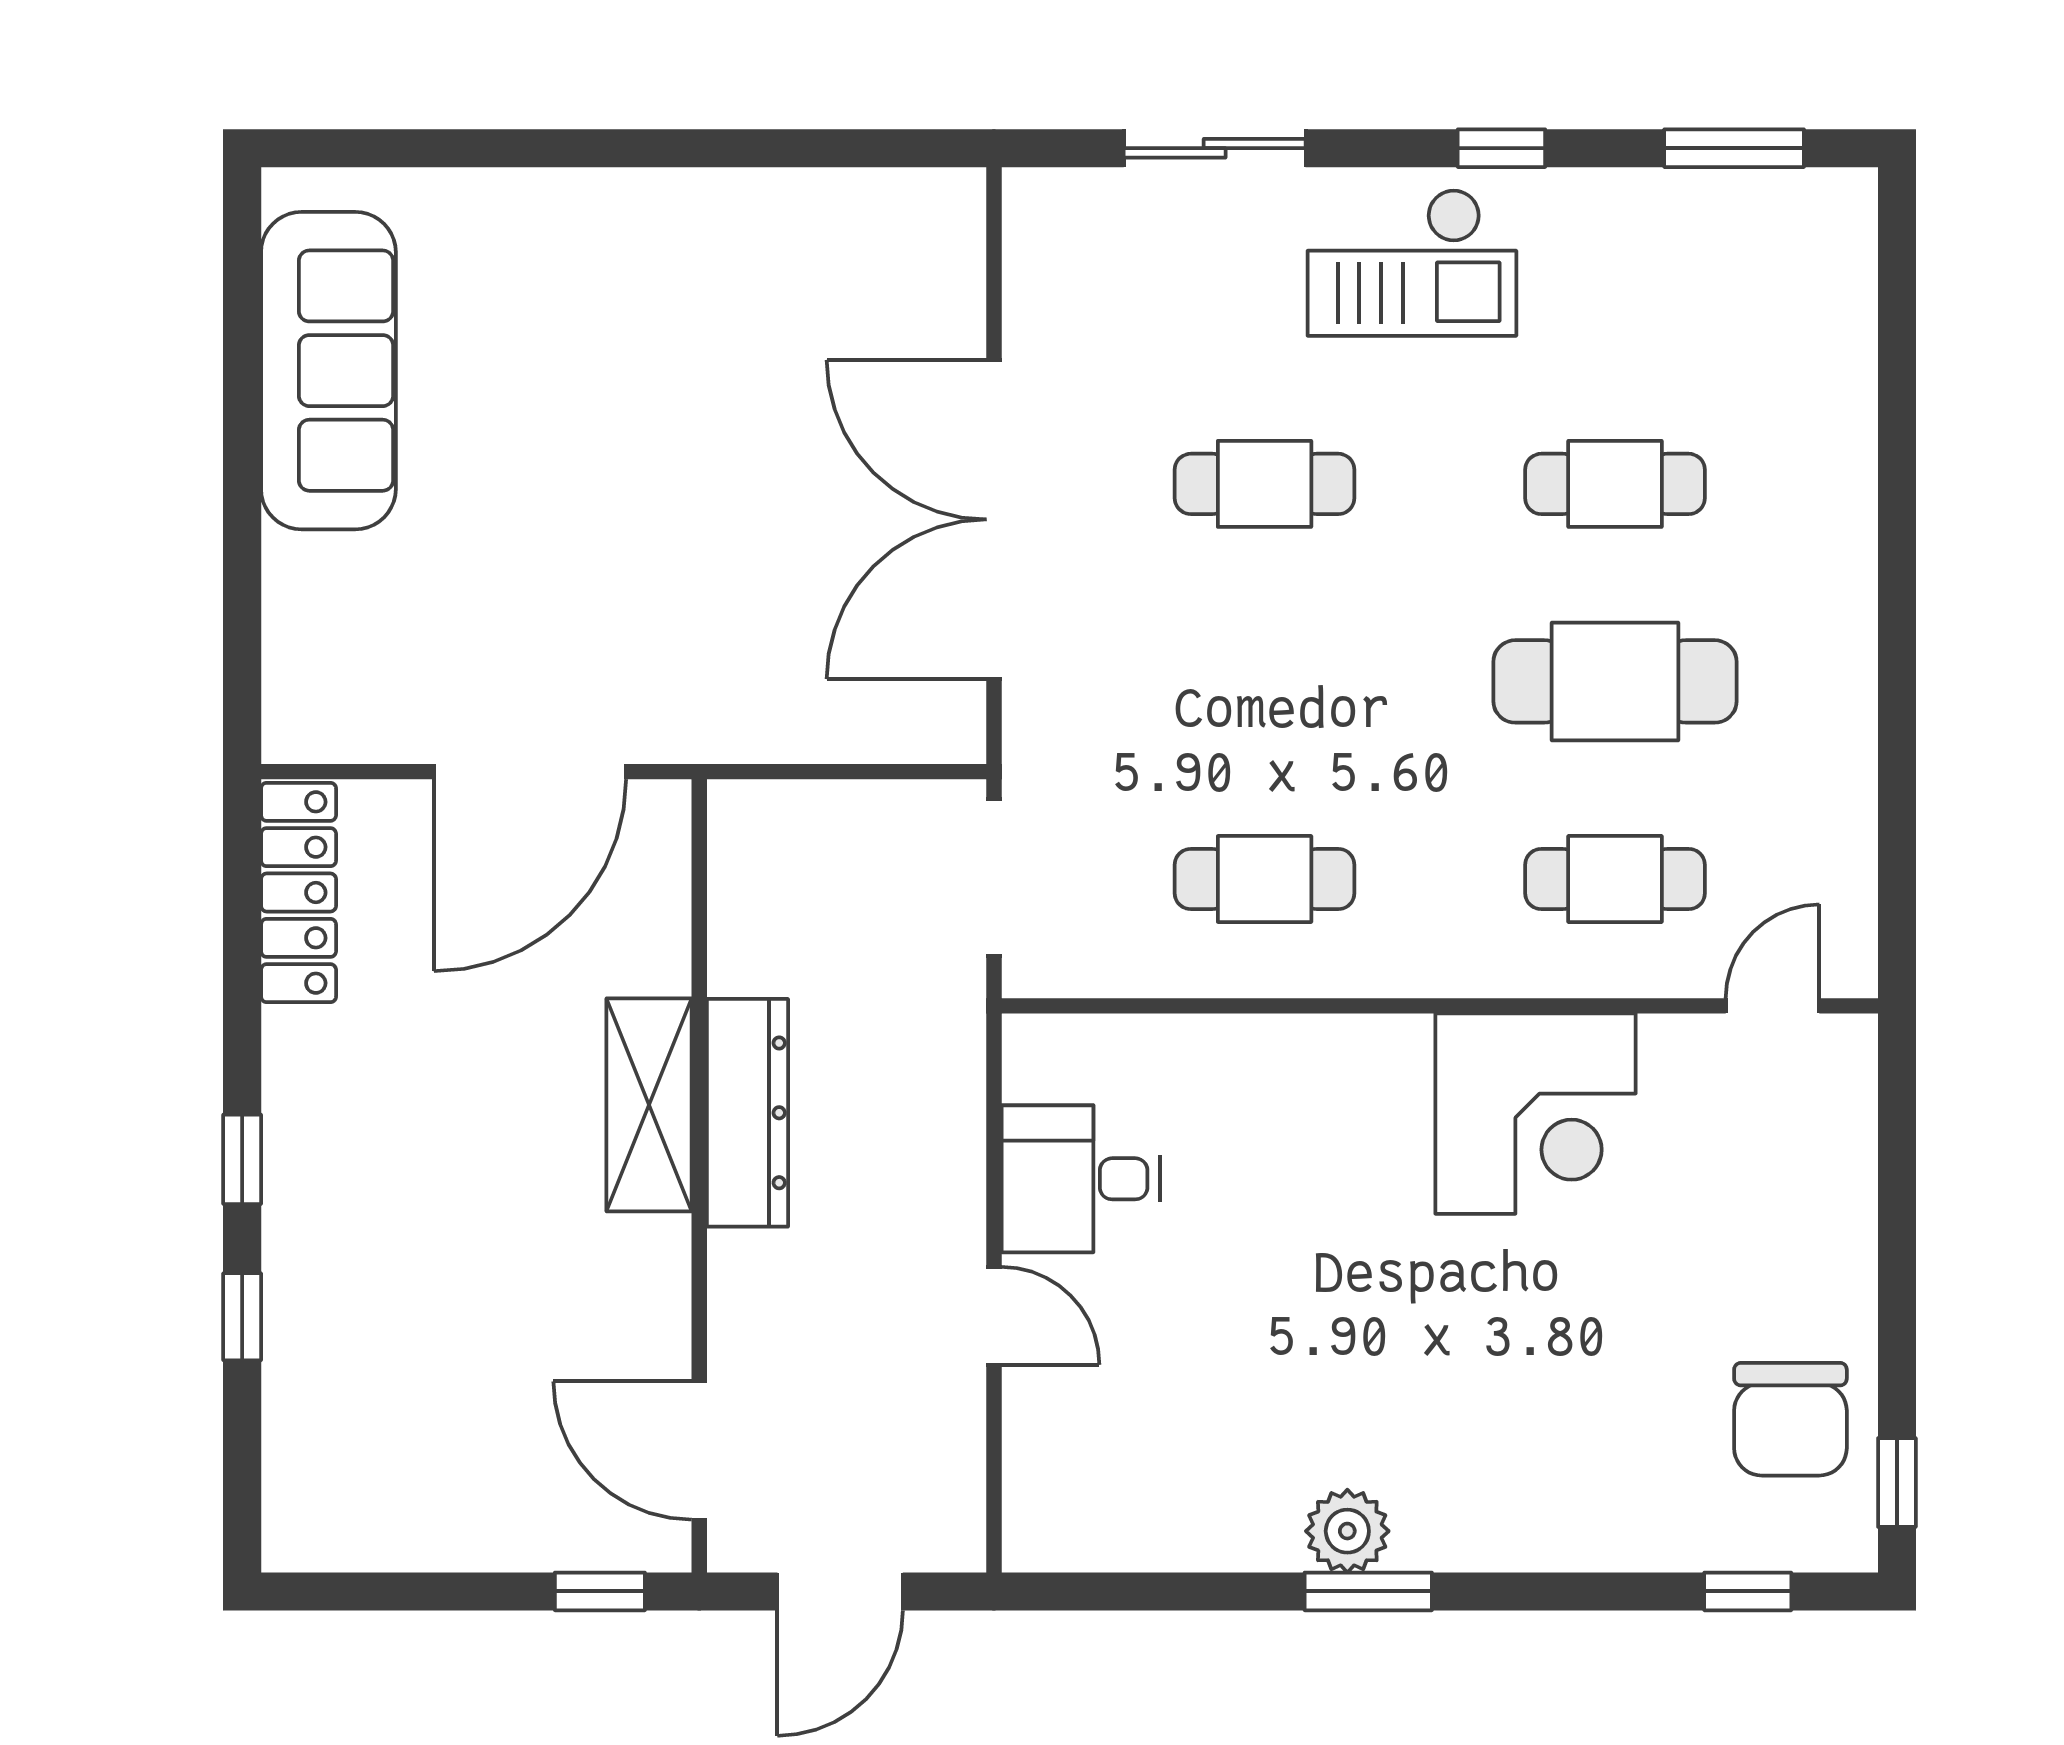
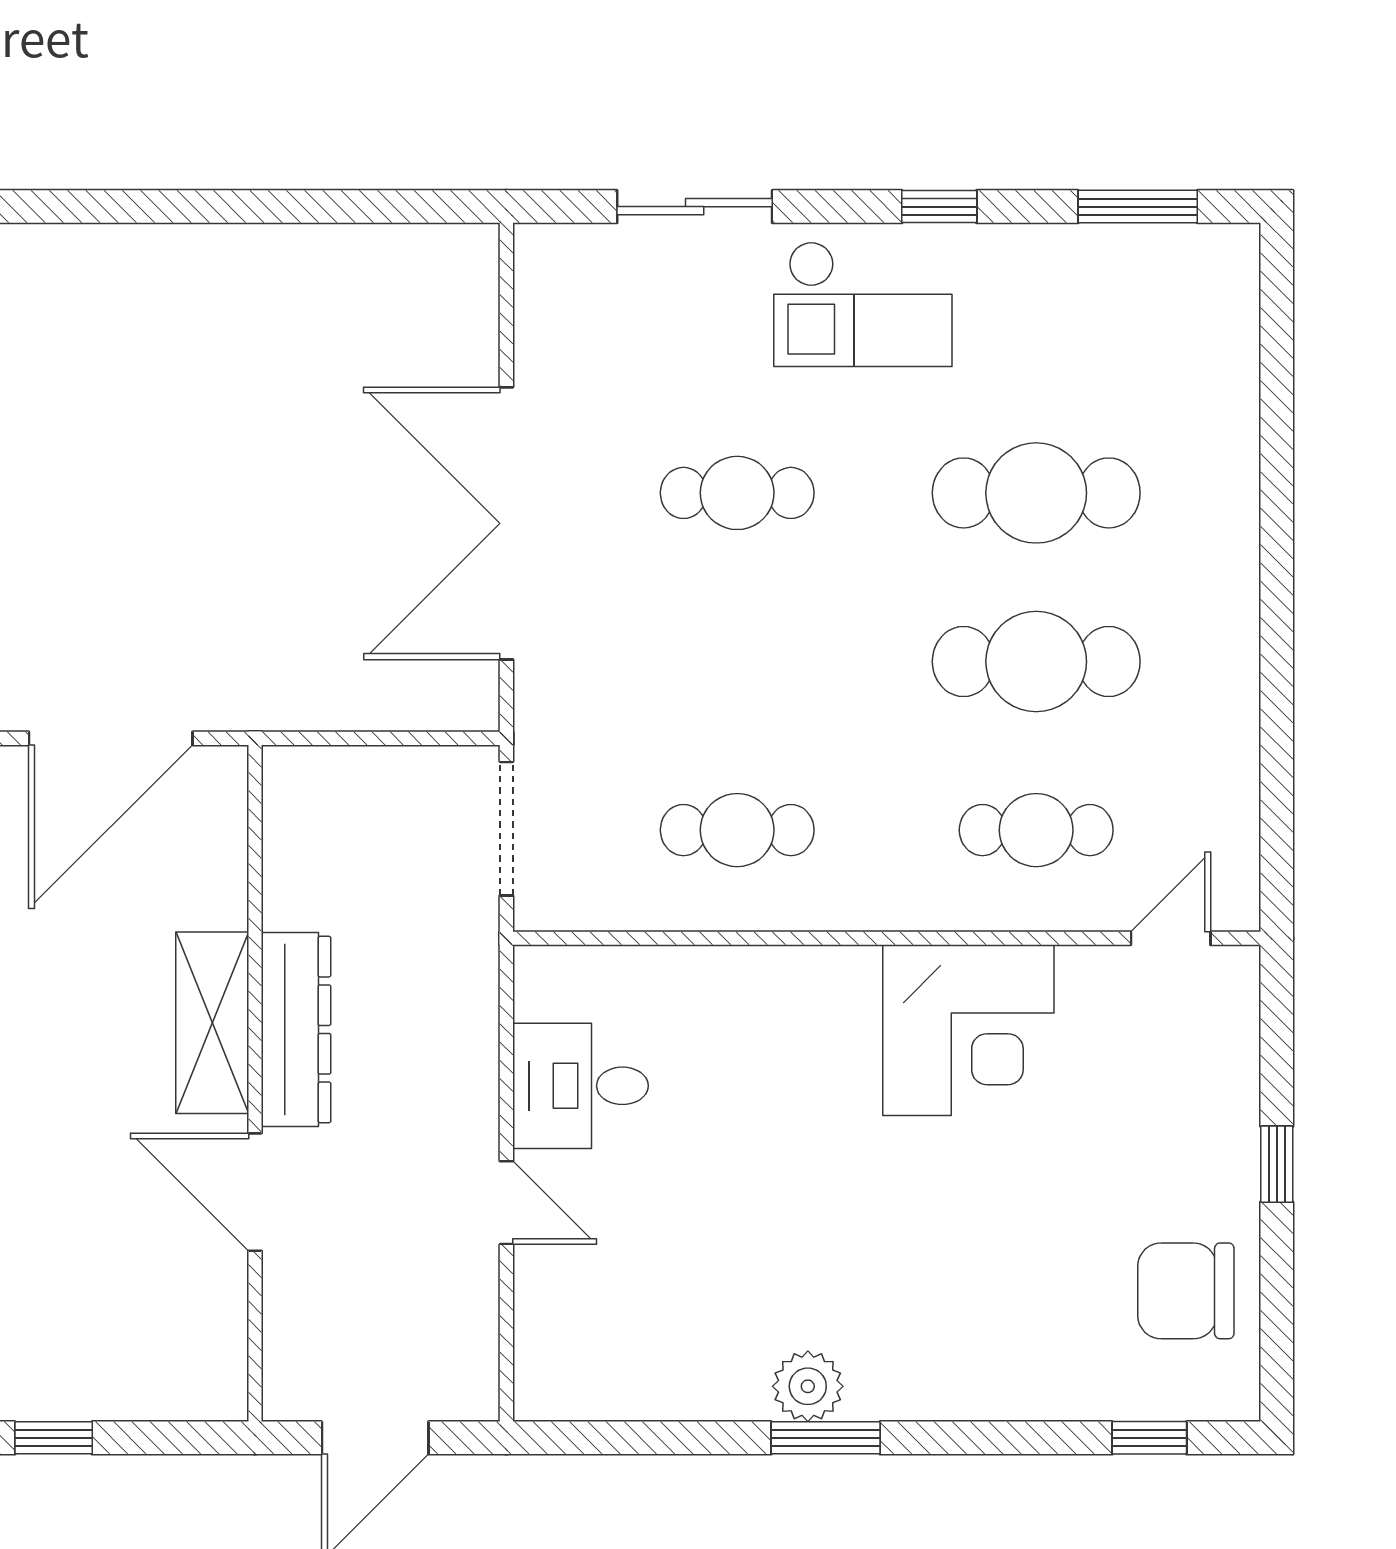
cafe table: (1615, 484) -> (1036, 493), width x1.37, depth x1.35
chair: (1790, 1419) -> (1186, 1291), turned 90
door: (699, 1450) -> (255, 1192), moved
window: (1897, 1482) -> (1277, 1164), moved
window: (600, 1591) -> (54, 1438), moved

